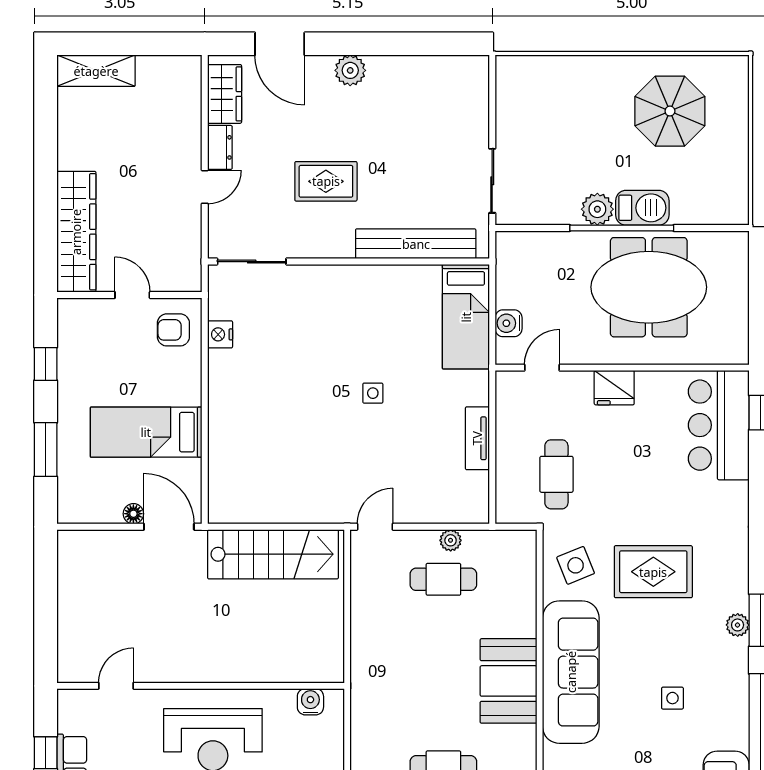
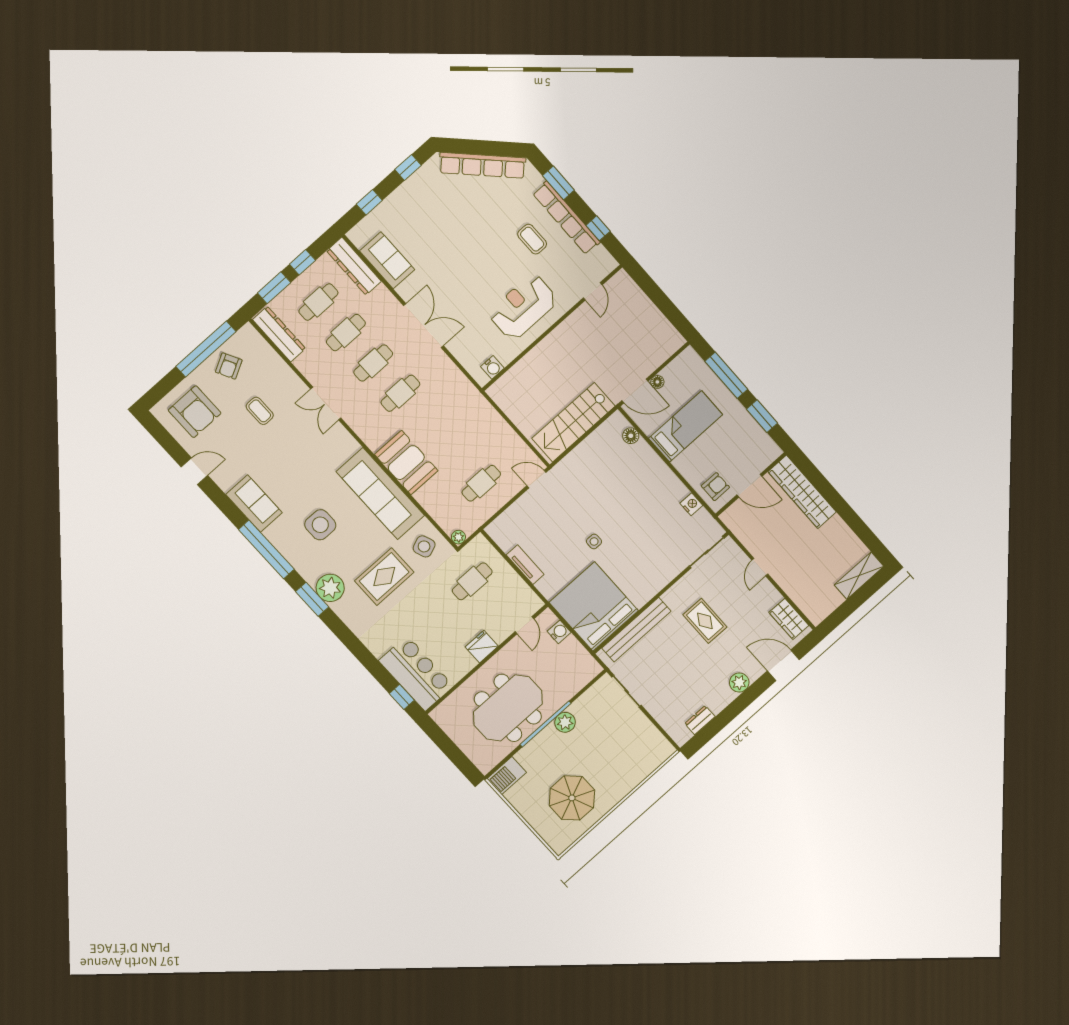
dresser: (220, 147) -> (700, 720), moved, turned 90
rug: (326, 181) -> (705, 621), turned 90
barbecue: (642, 208) -> (507, 776), moved
door: (132, 295) -> (749, 486), width x1.38
bed: (466, 317) -> (594, 607), width x2.04
window: (46, 364) -> (762, 416), width x1.50
window: (46, 450) -> (726, 375), width x1.44
cafe table: (556, 474) -> (472, 581), turned 90
floor lamp: (220, 479) -> (631, 436), added
door: (375, 527) -> (536, 479), swing flipped
plant: (451, 540) -> (458, 537), moved
plant: (738, 625) -> (330, 588), width x1.88, depth x1.88
side table: (672, 698) -> (320, 525), width x1.87, depth x1.87

